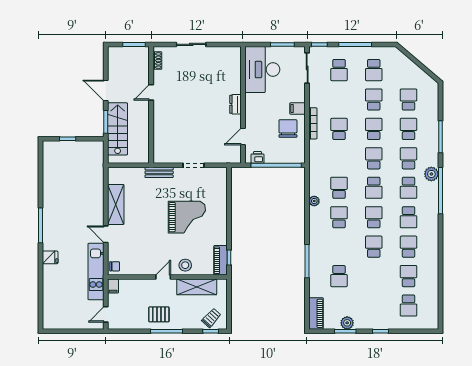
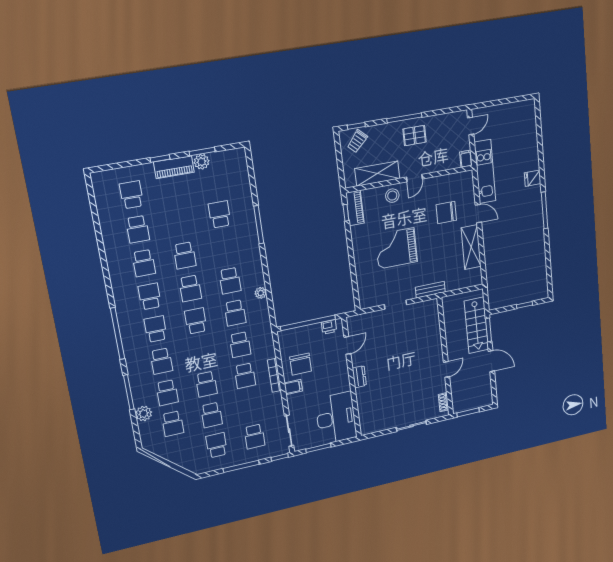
school desk: (339, 70) -> (254, 436), turned 180
school desk: (374, 158) -> (240, 345), moved
plant: (431, 174) -> (144, 414), moved
chair: (115, 266) -> (446, 212), moved, width x1.87, depth x1.87
piano: (316, 313) -> (174, 167), moved, turned -90

